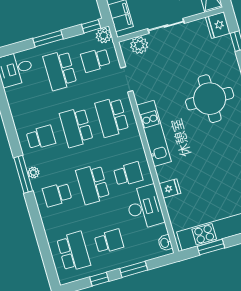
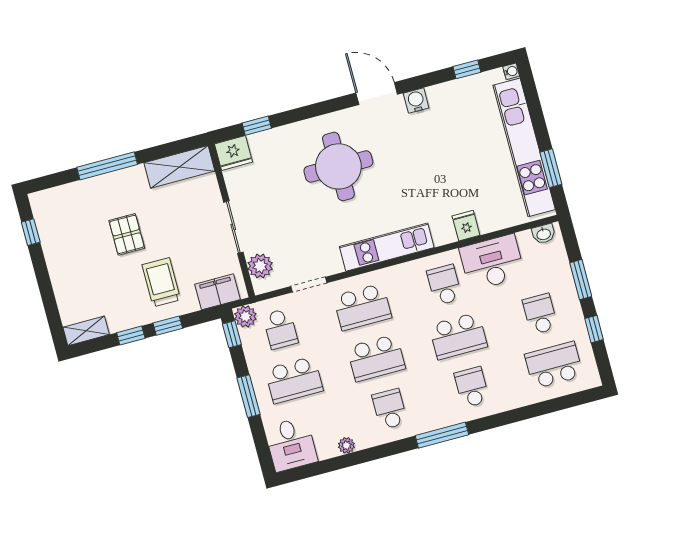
plant: (33, 172) -> (346, 445), moved
school desk: (57, 195) -> (472, 387), turned 180

